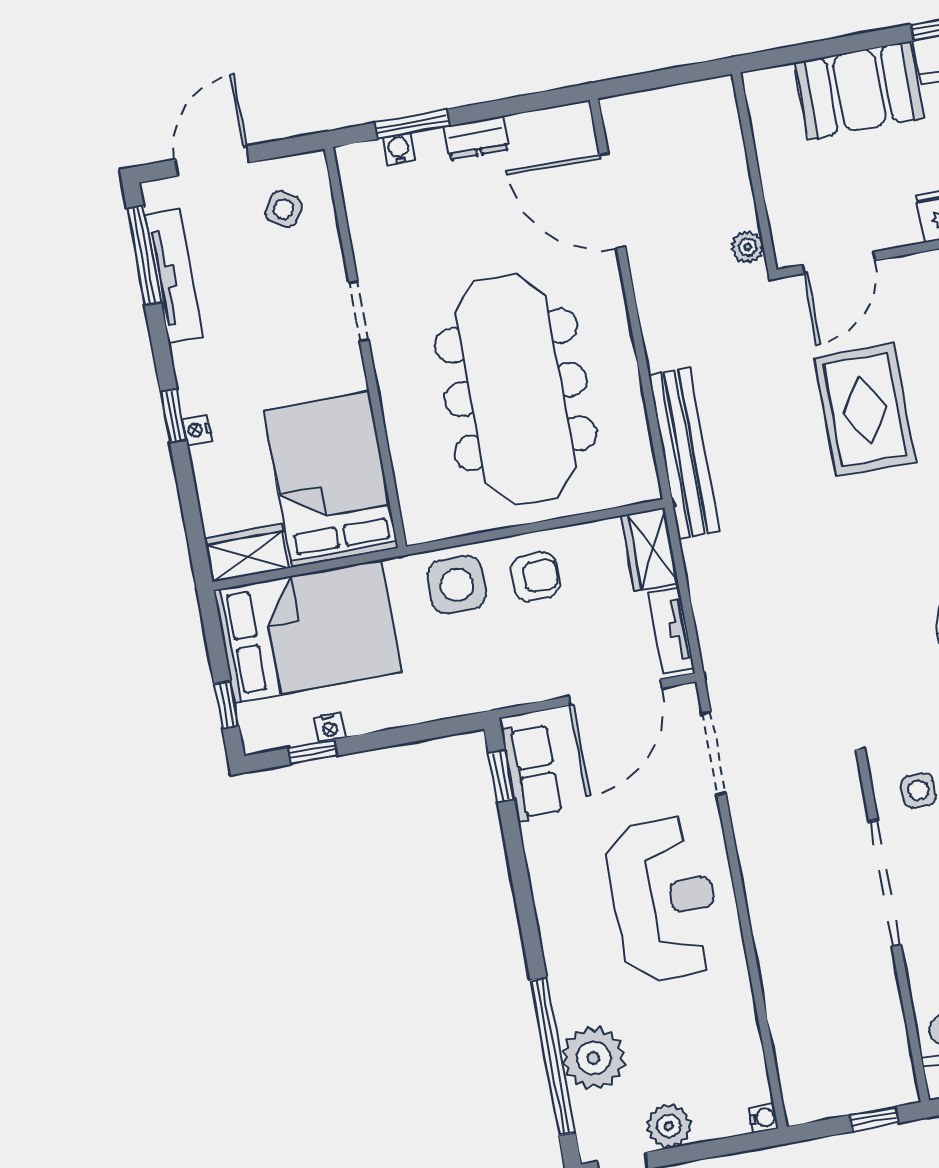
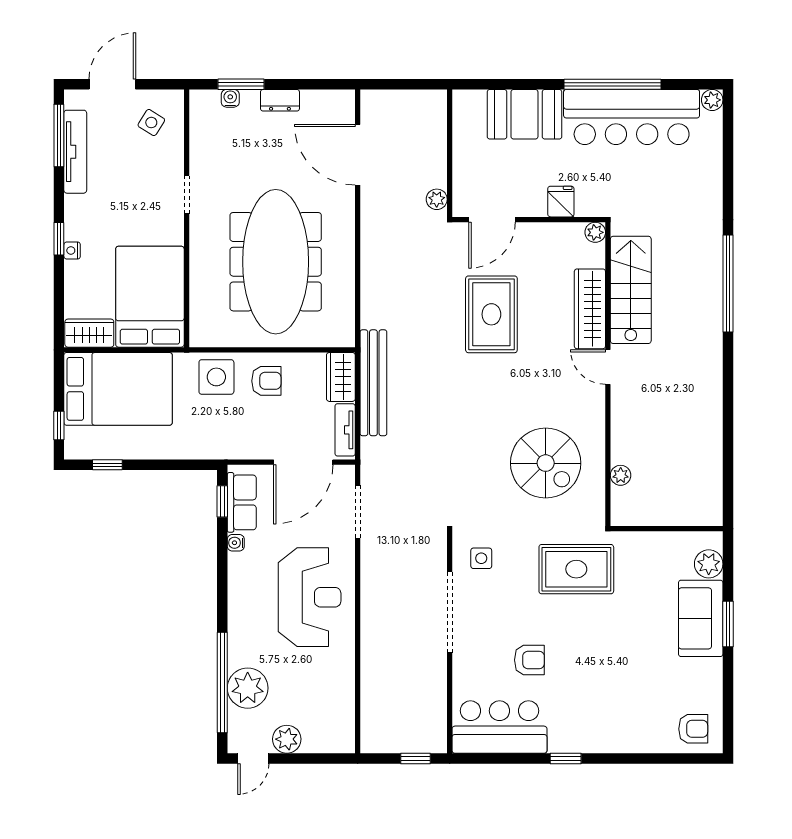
bench: (684, 453) -> (373, 383), moved
nightstand: (329, 727) -> (121, 451), removed
water cooler: (763, 1118) -> (236, 543), moved, turned 180

